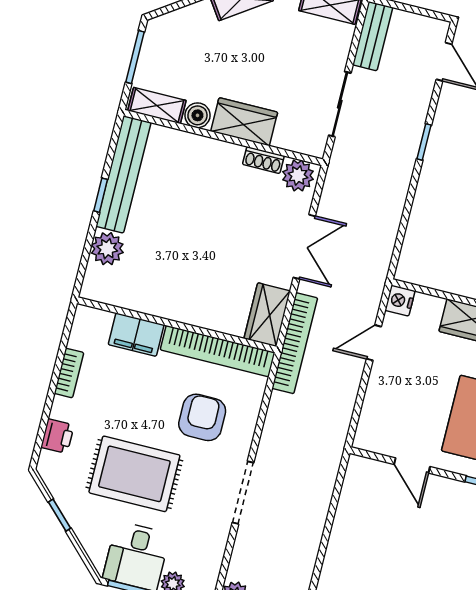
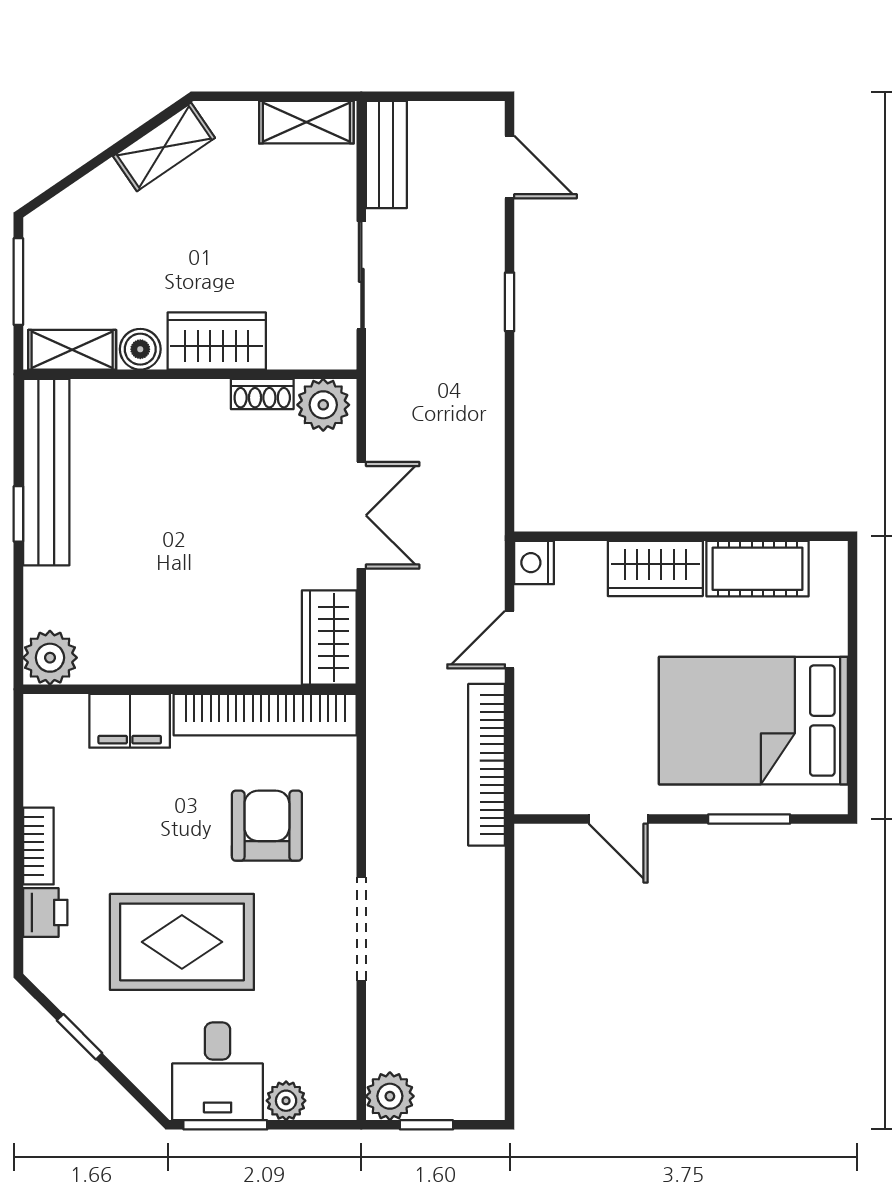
plant: (107, 249) -> (50, 658), moved
bookcase: (295, 343) -> (487, 765), moved, turned 180
bookcase: (69, 373) -> (38, 846), moved

